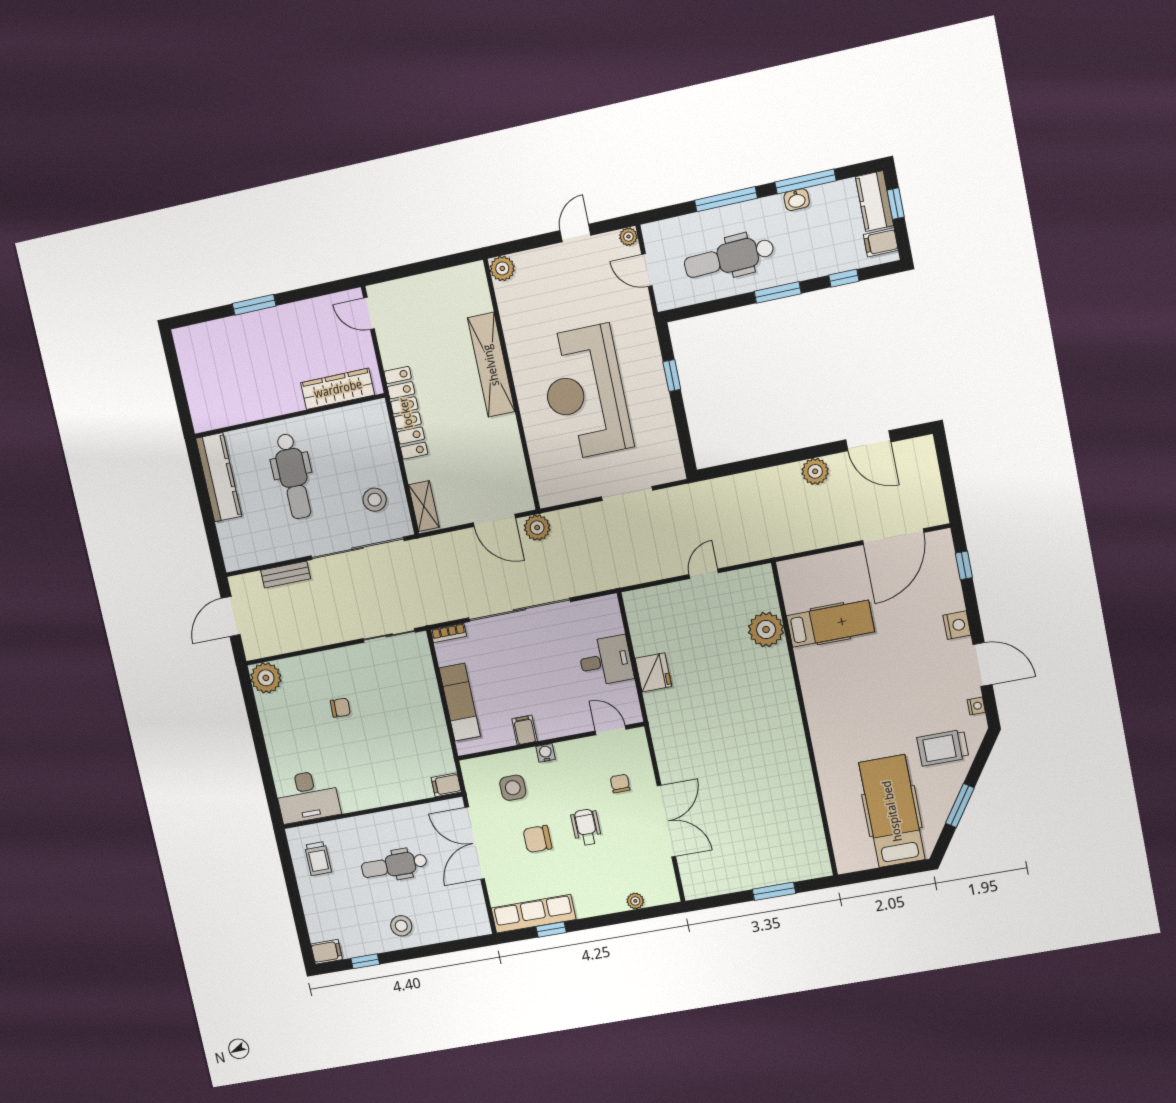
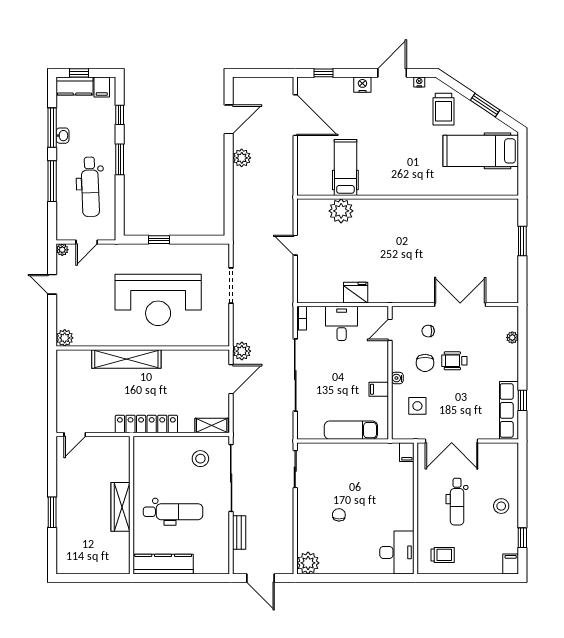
wardrobe: (338, 389) -> (121, 507), moved
bookcase: (449, 633) -> (302, 318), moved
chair: (537, 839) -> (425, 363), moved

